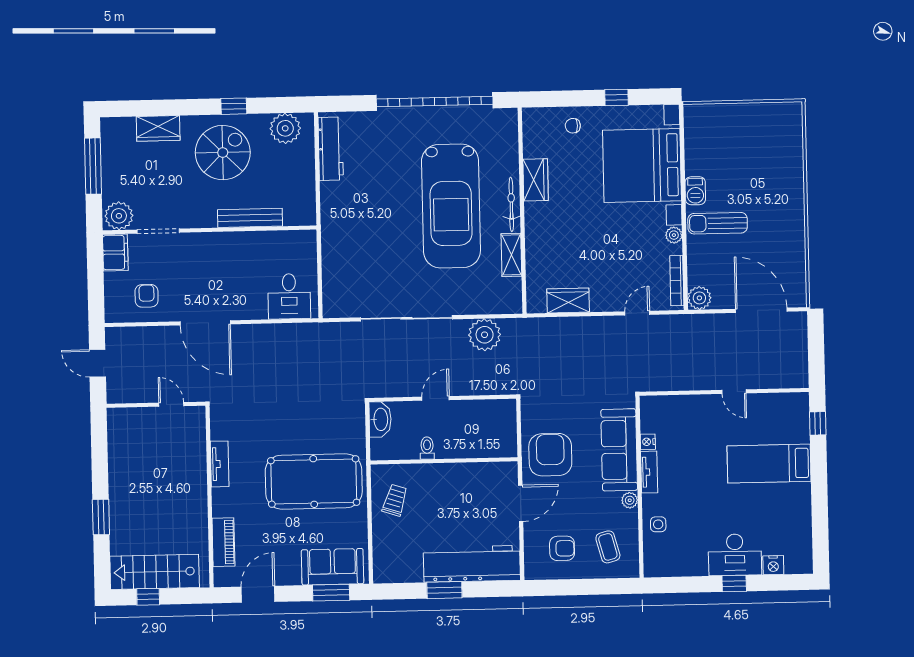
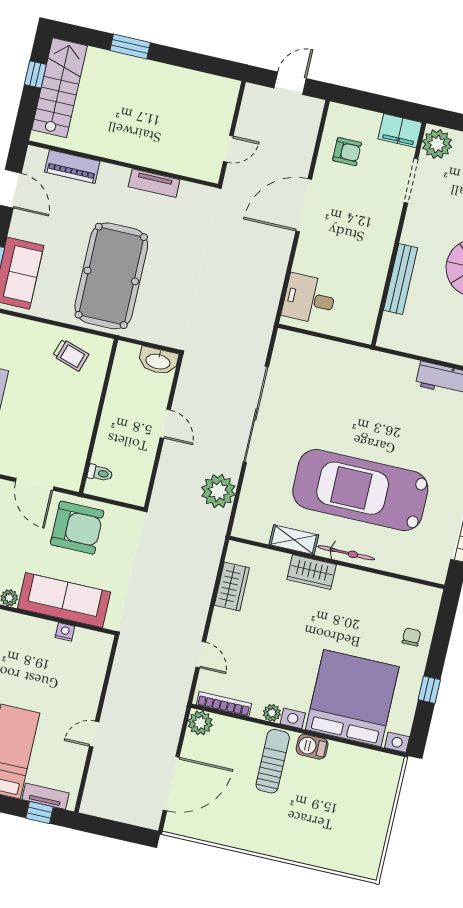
wardrobe: (536, 180) -> (312, 572), moved
toilet: (427, 448) -> (100, 473), moved
tv unit: (649, 472) -> (45, 796), moved, turned 180

